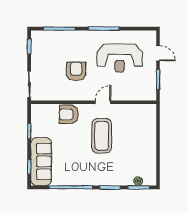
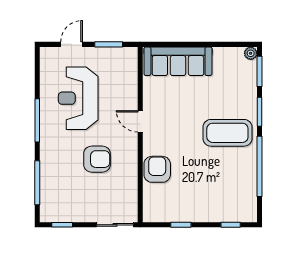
reception desk: (120, 58) -> (78, 98), turned 180
armchair: (76, 71) -> (97, 159), turned 180
armchair: (69, 114) -> (157, 169), turned 180
coffee table: (102, 136) -> (227, 133), moved
sofa: (41, 161) -> (178, 61), moved, turned 180
plant: (138, 181) -> (251, 53), moved

